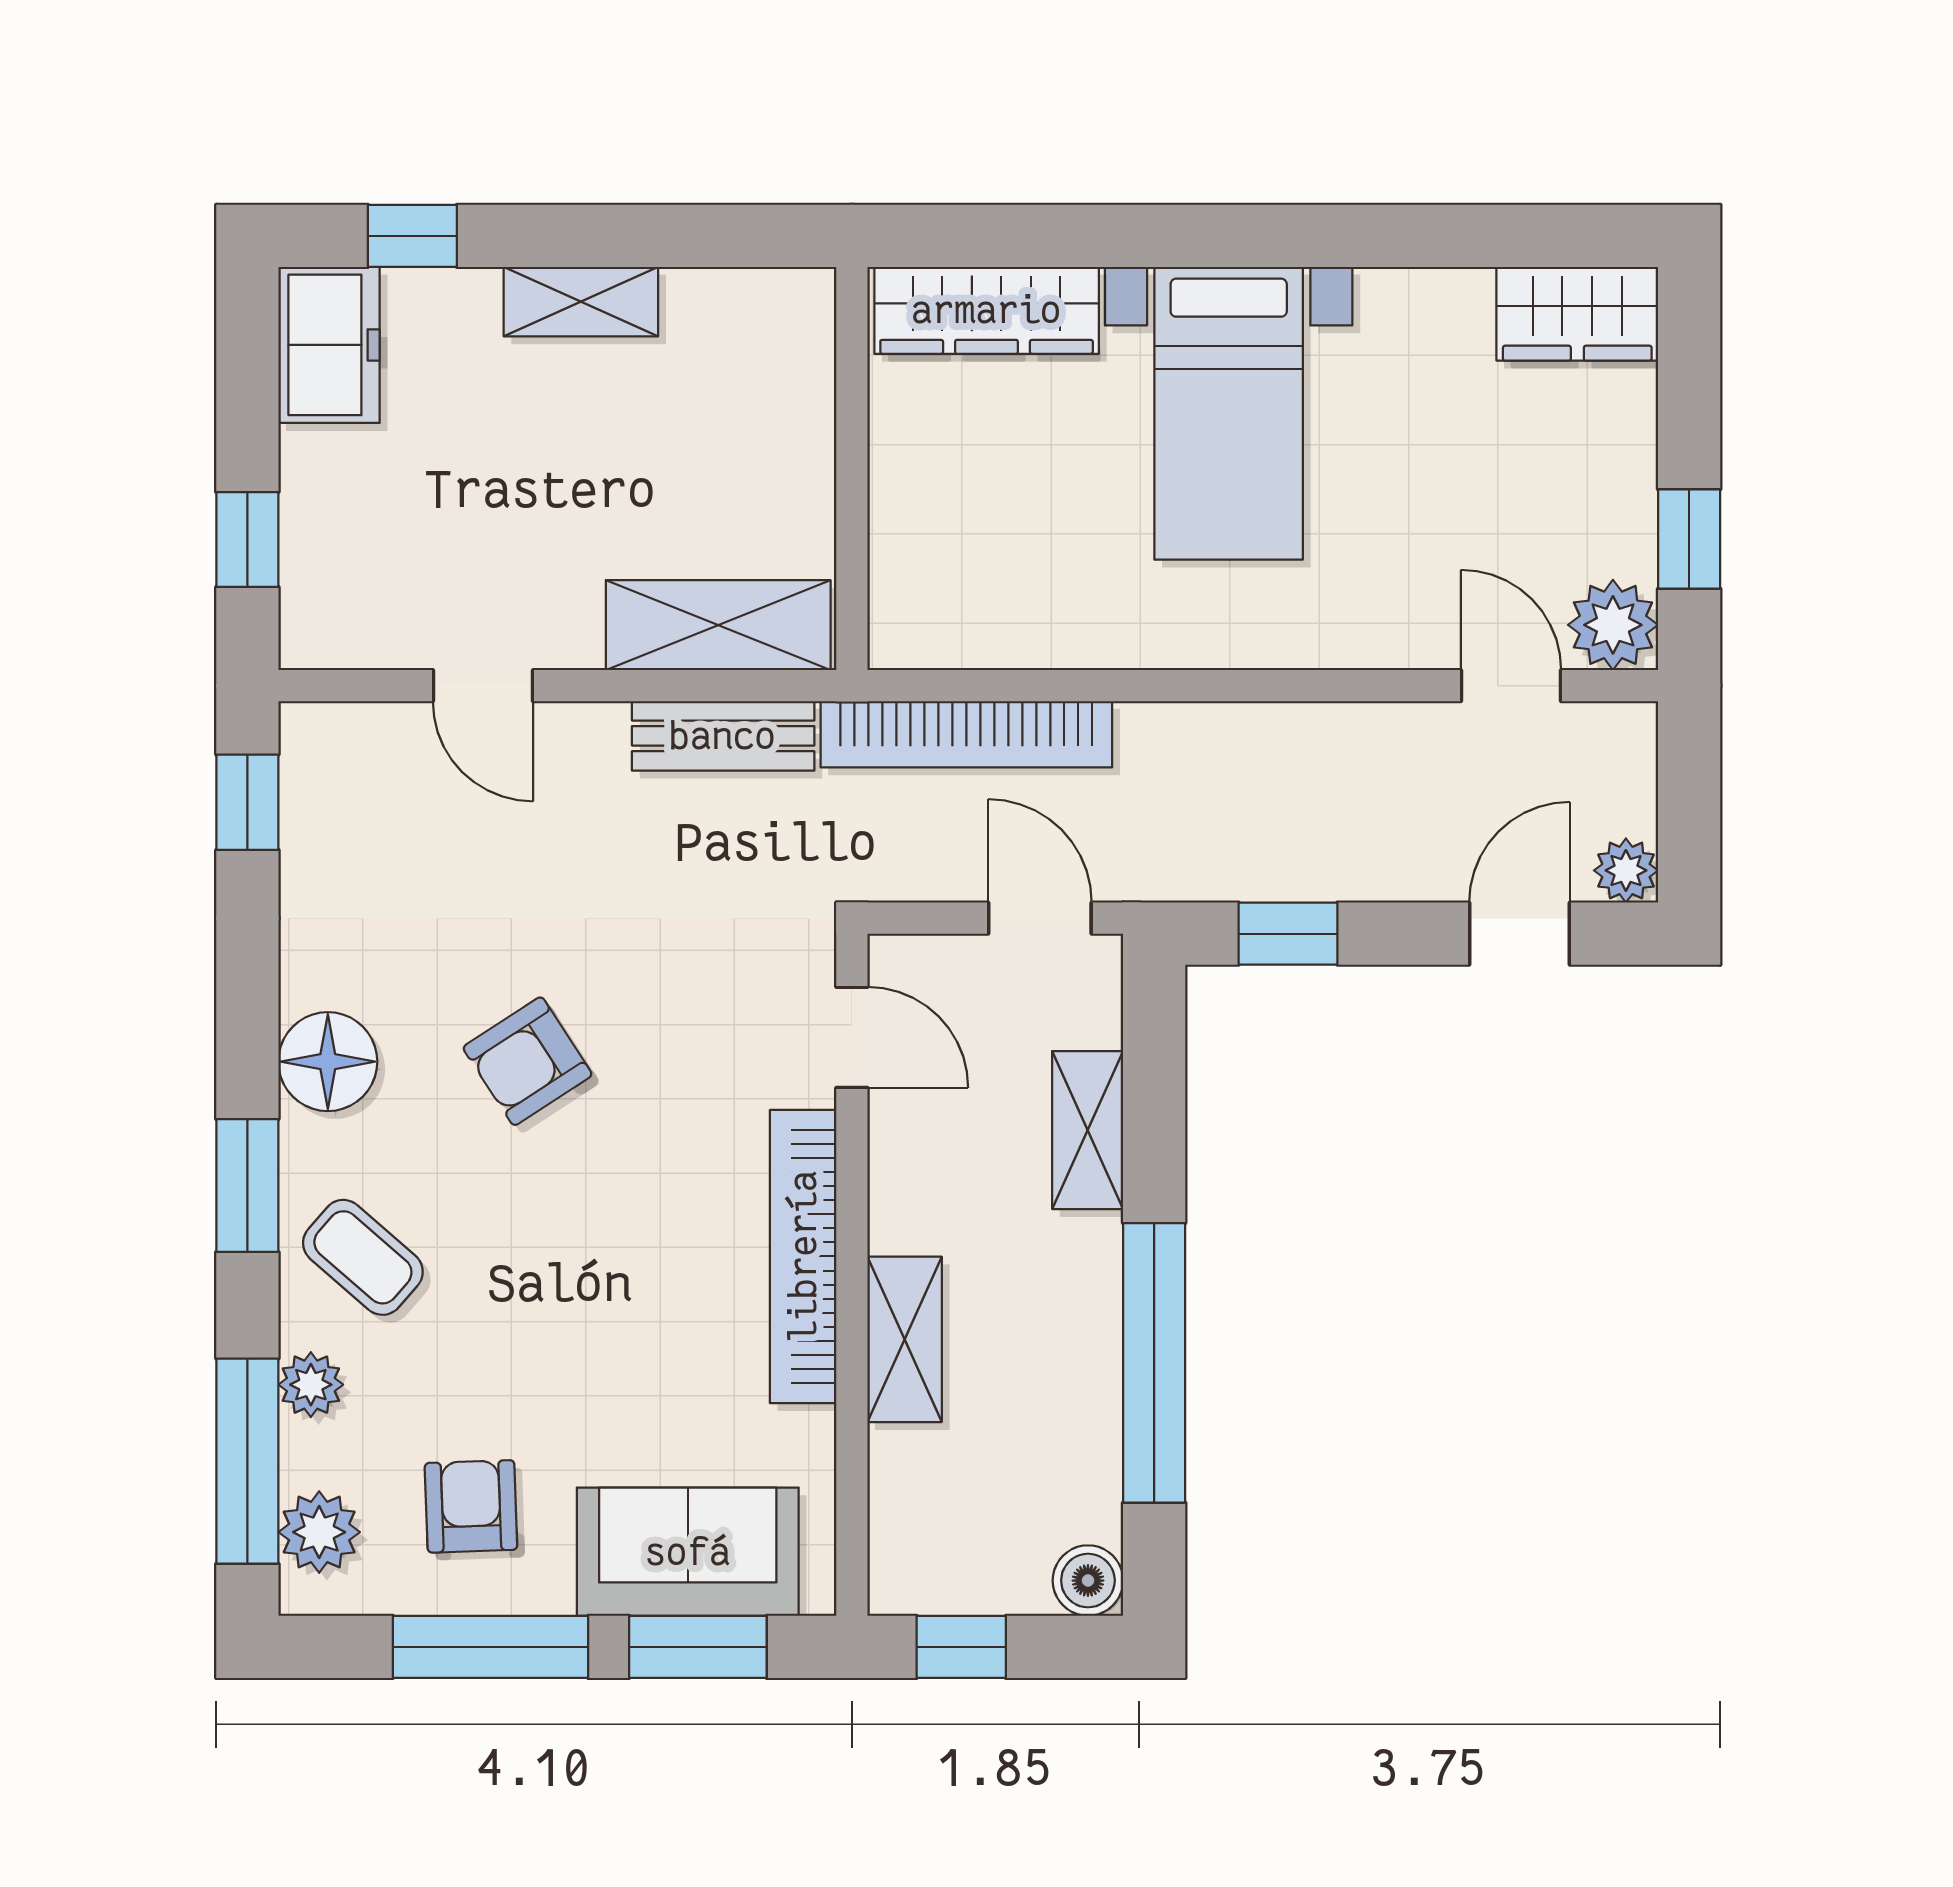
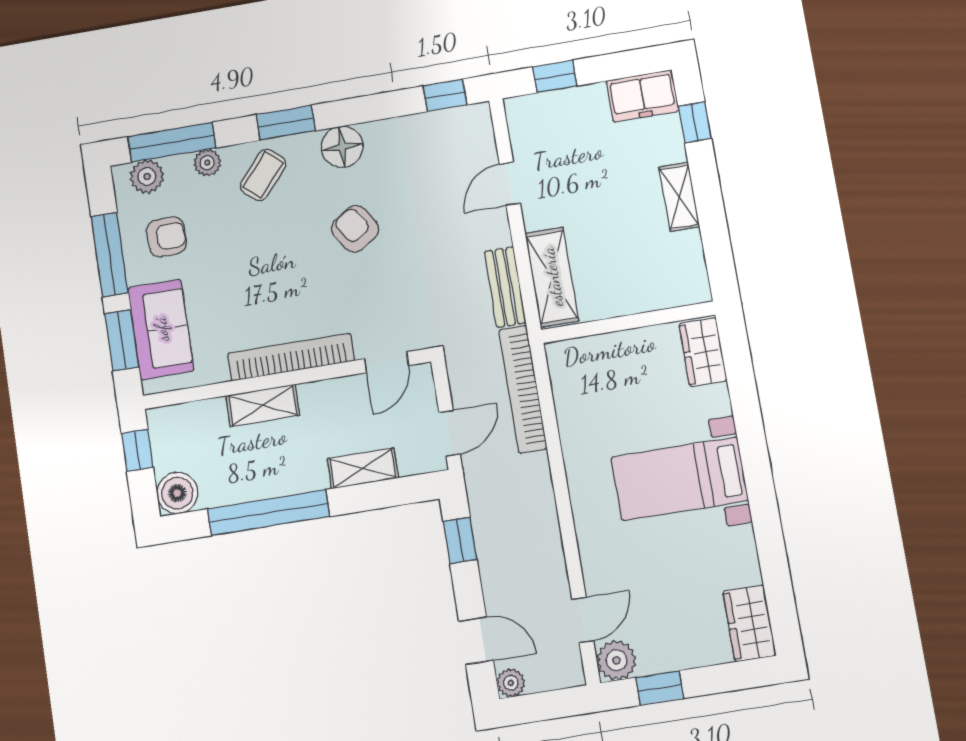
wardrobe: (987, 310) -> (703, 352), width x0.67
boiler: (1088, 1581) -> (177, 493), width x1.36, depth x1.36

